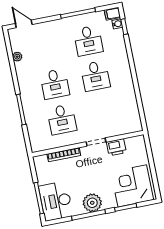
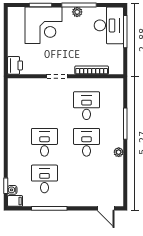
plant: (17, 57) -> (119, 152), moved
printer: (116, 147) -> (15, 65), moved, turned 90
corner desk: (132, 186) -> (44, 25), moved
plant: (92, 203) -> (77, 12), width x0.53, depth x0.53

